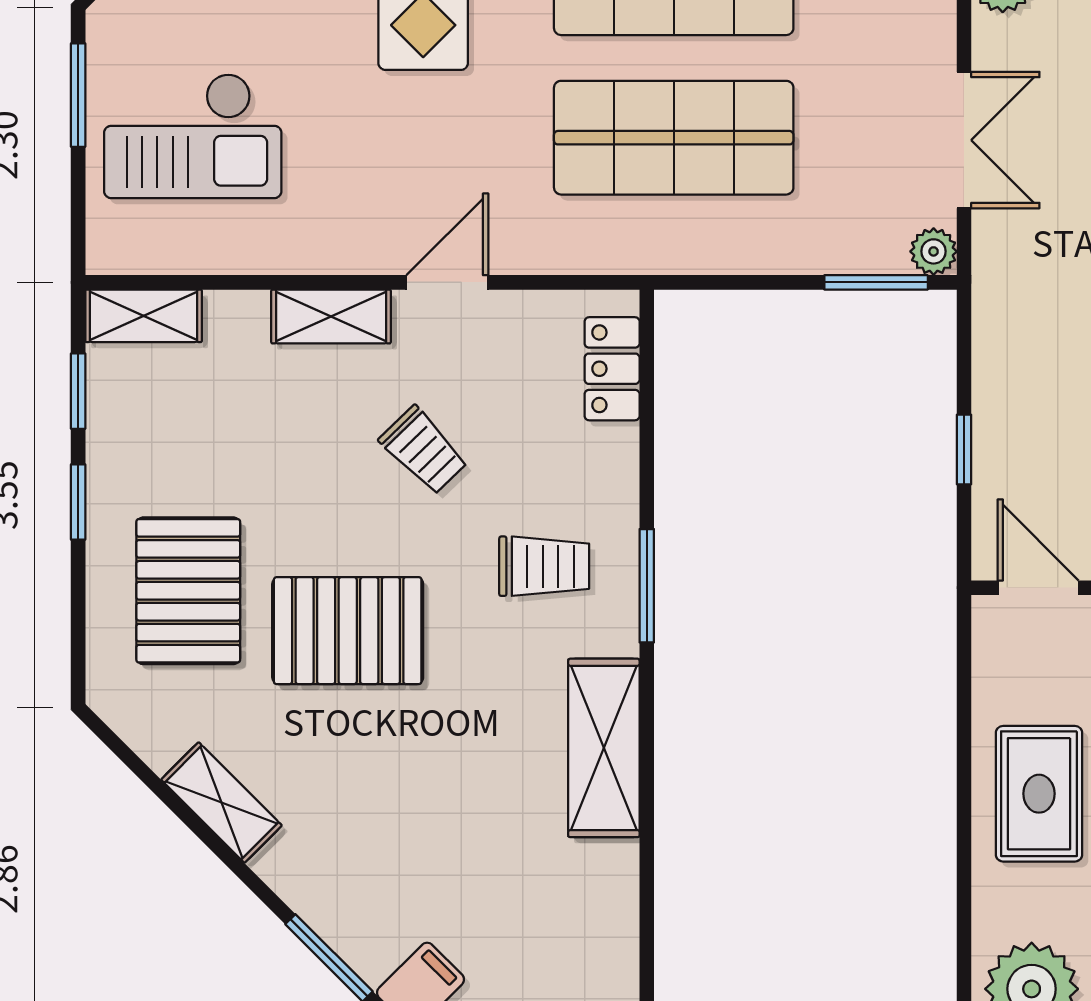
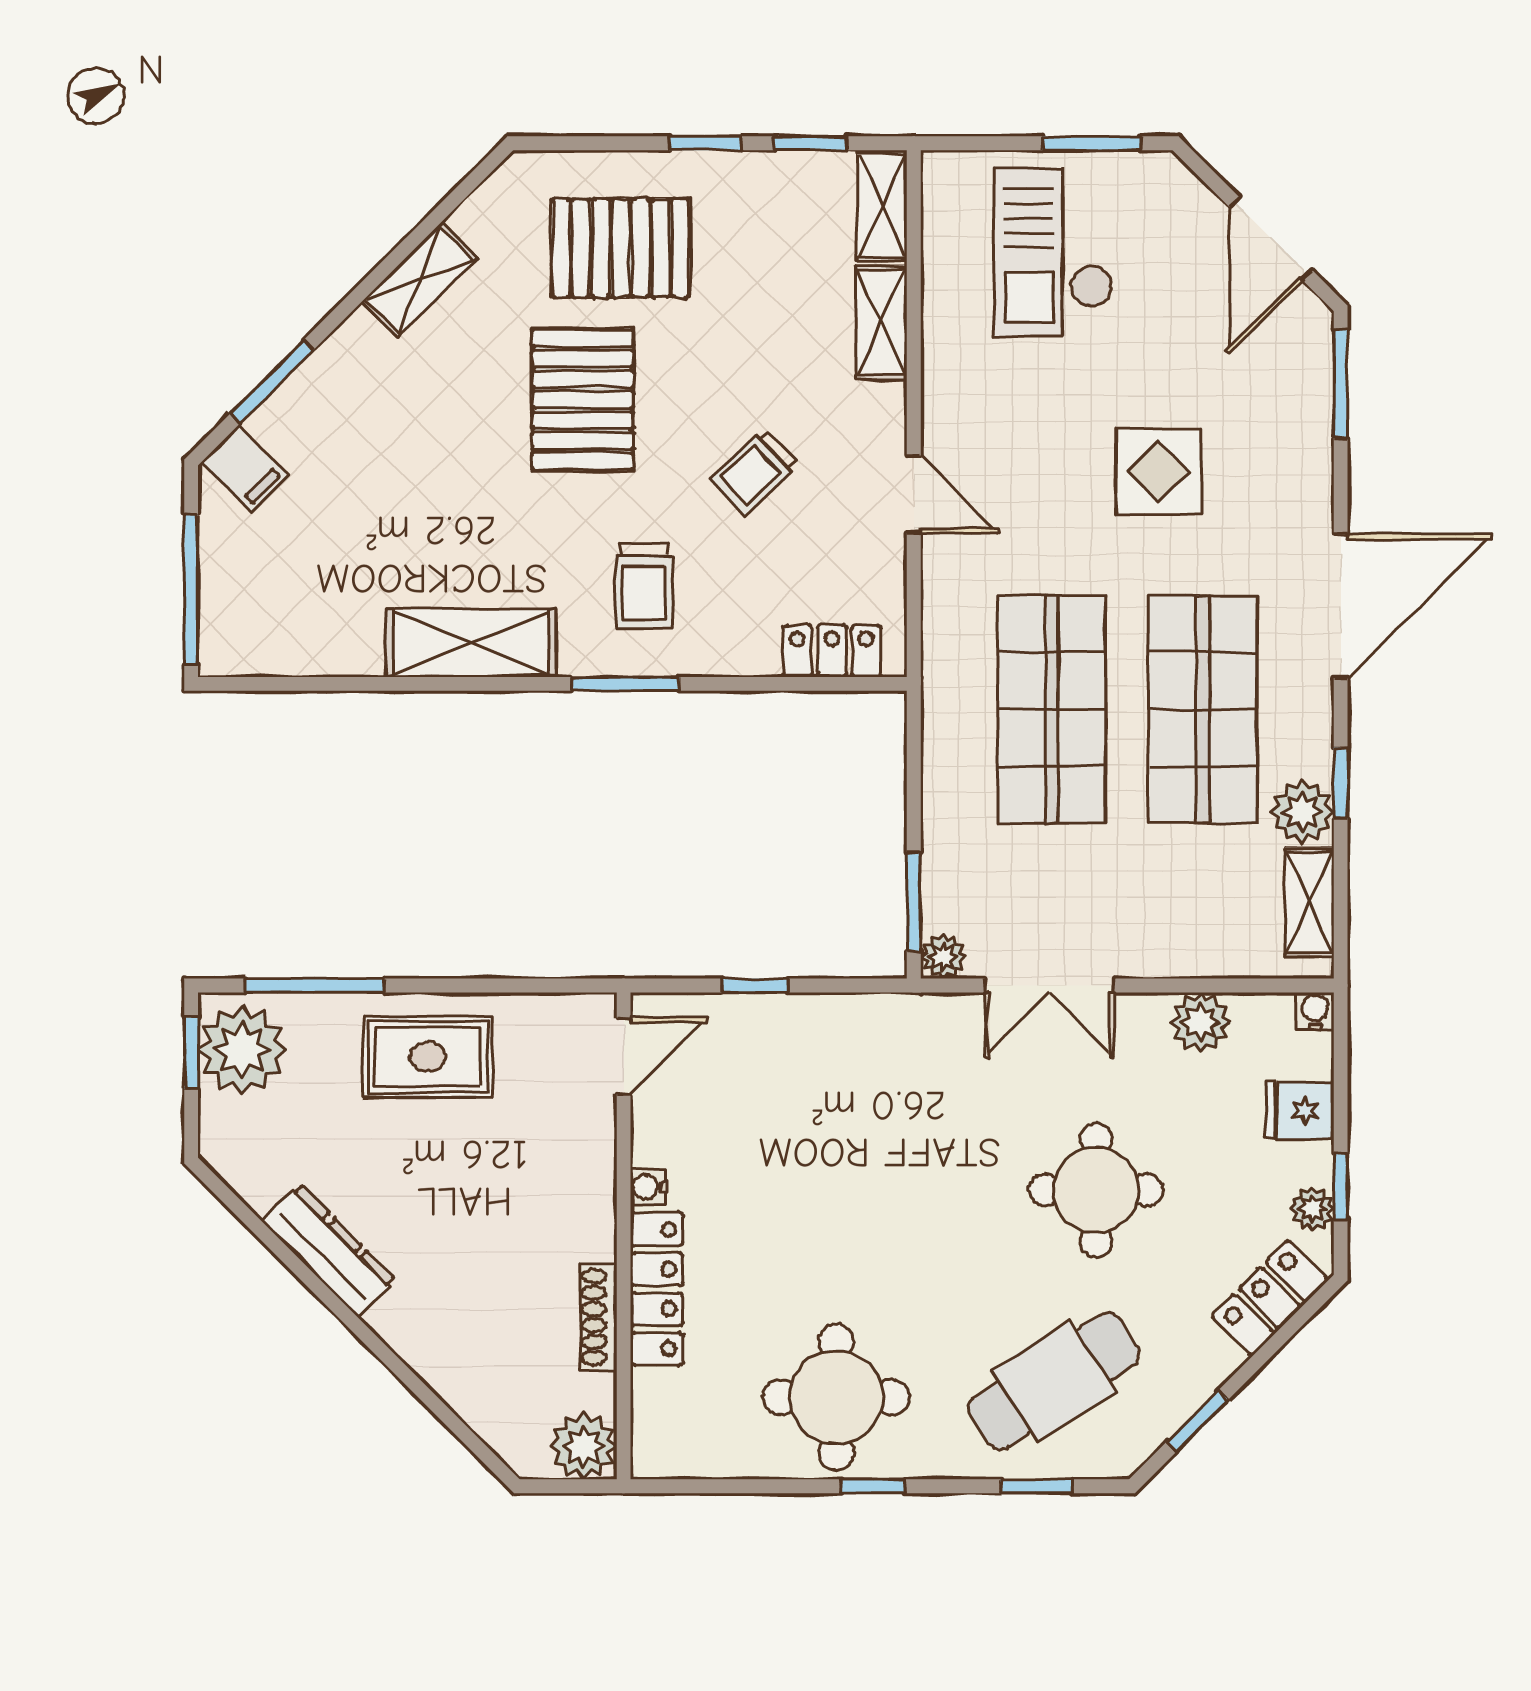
shelving: (331, 316) -> (881, 322), moved
window: (964, 913) -> (315, 986), added

